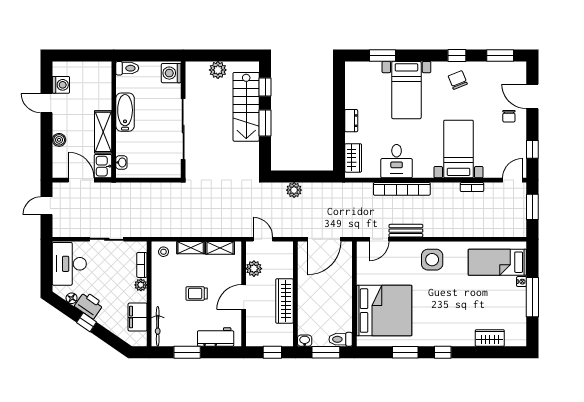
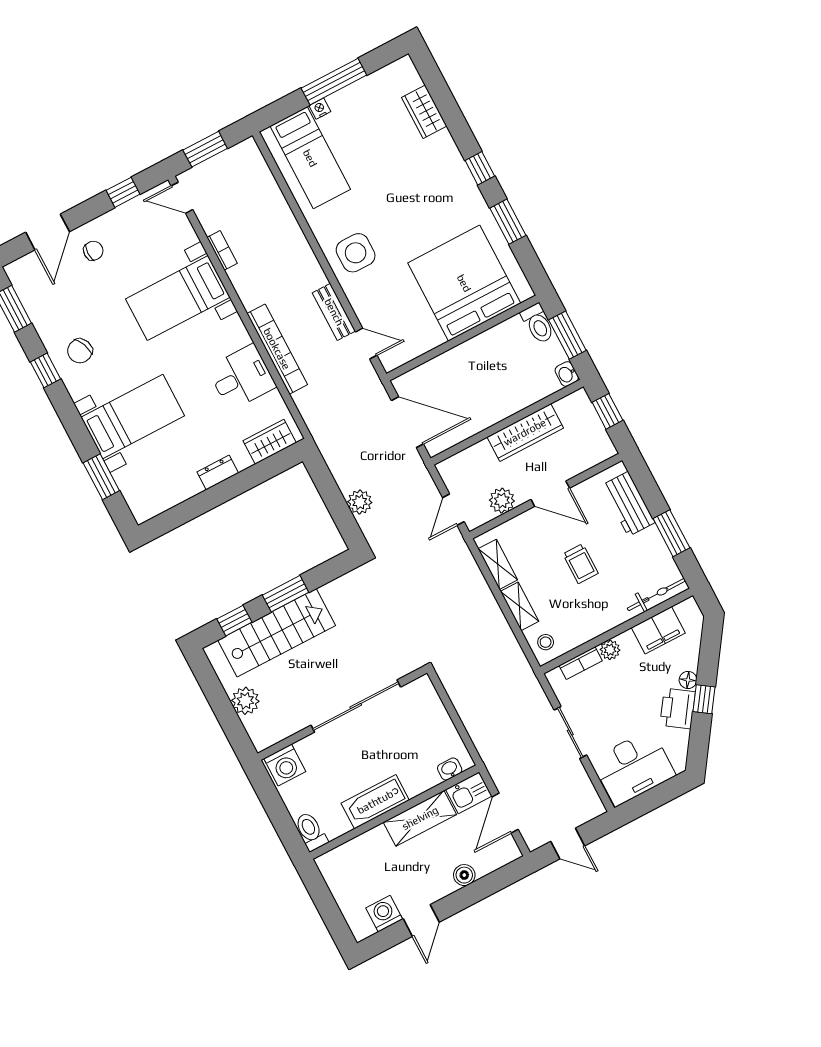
floor lamp: (72, 298) -> (688, 680), moved

